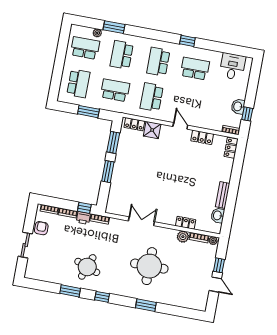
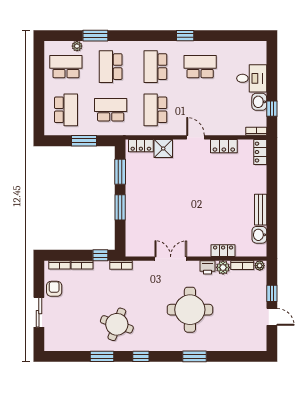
desk: (232, 66) -> (252, 78), moved, turned 90
printer: (83, 218) -> (208, 267), moved

